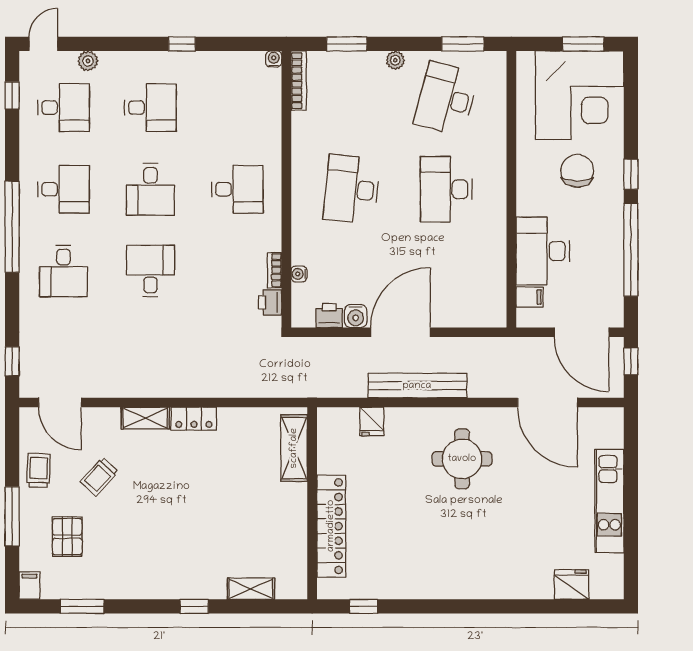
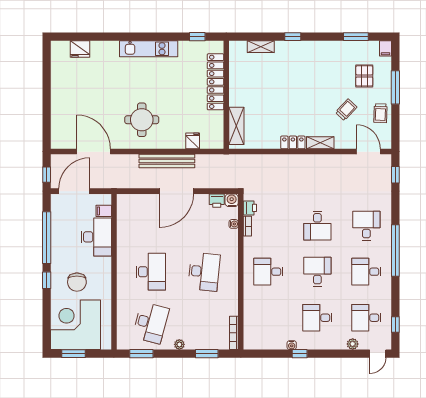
water cooler: (274, 59) -> (292, 345), moved
water cooler: (356, 316) -> (232, 200), moved
door: (582, 332) -> (74, 191), hinge flipped
kitchen unit: (609, 501) -> (149, 49), moved, turned 90

